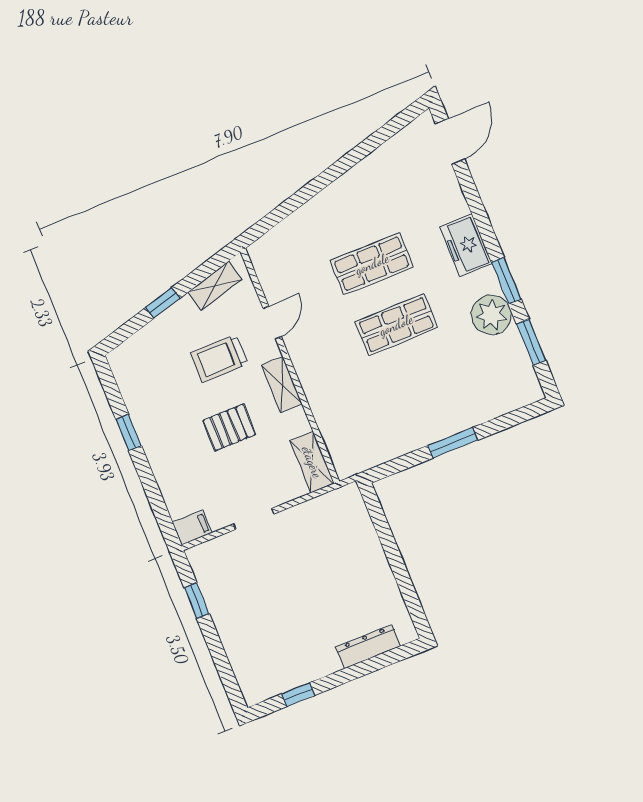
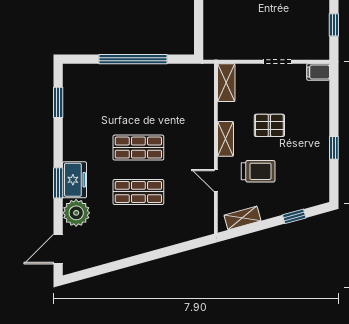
window: (506, 281) -> (58, 183), moved
window: (163, 303) -> (294, 216), moved
plant: (491, 315) -> (76, 213), moved
door: (272, 322) -> (216, 180), hinge flipped
window: (453, 443) -> (133, 59), width x2.11

